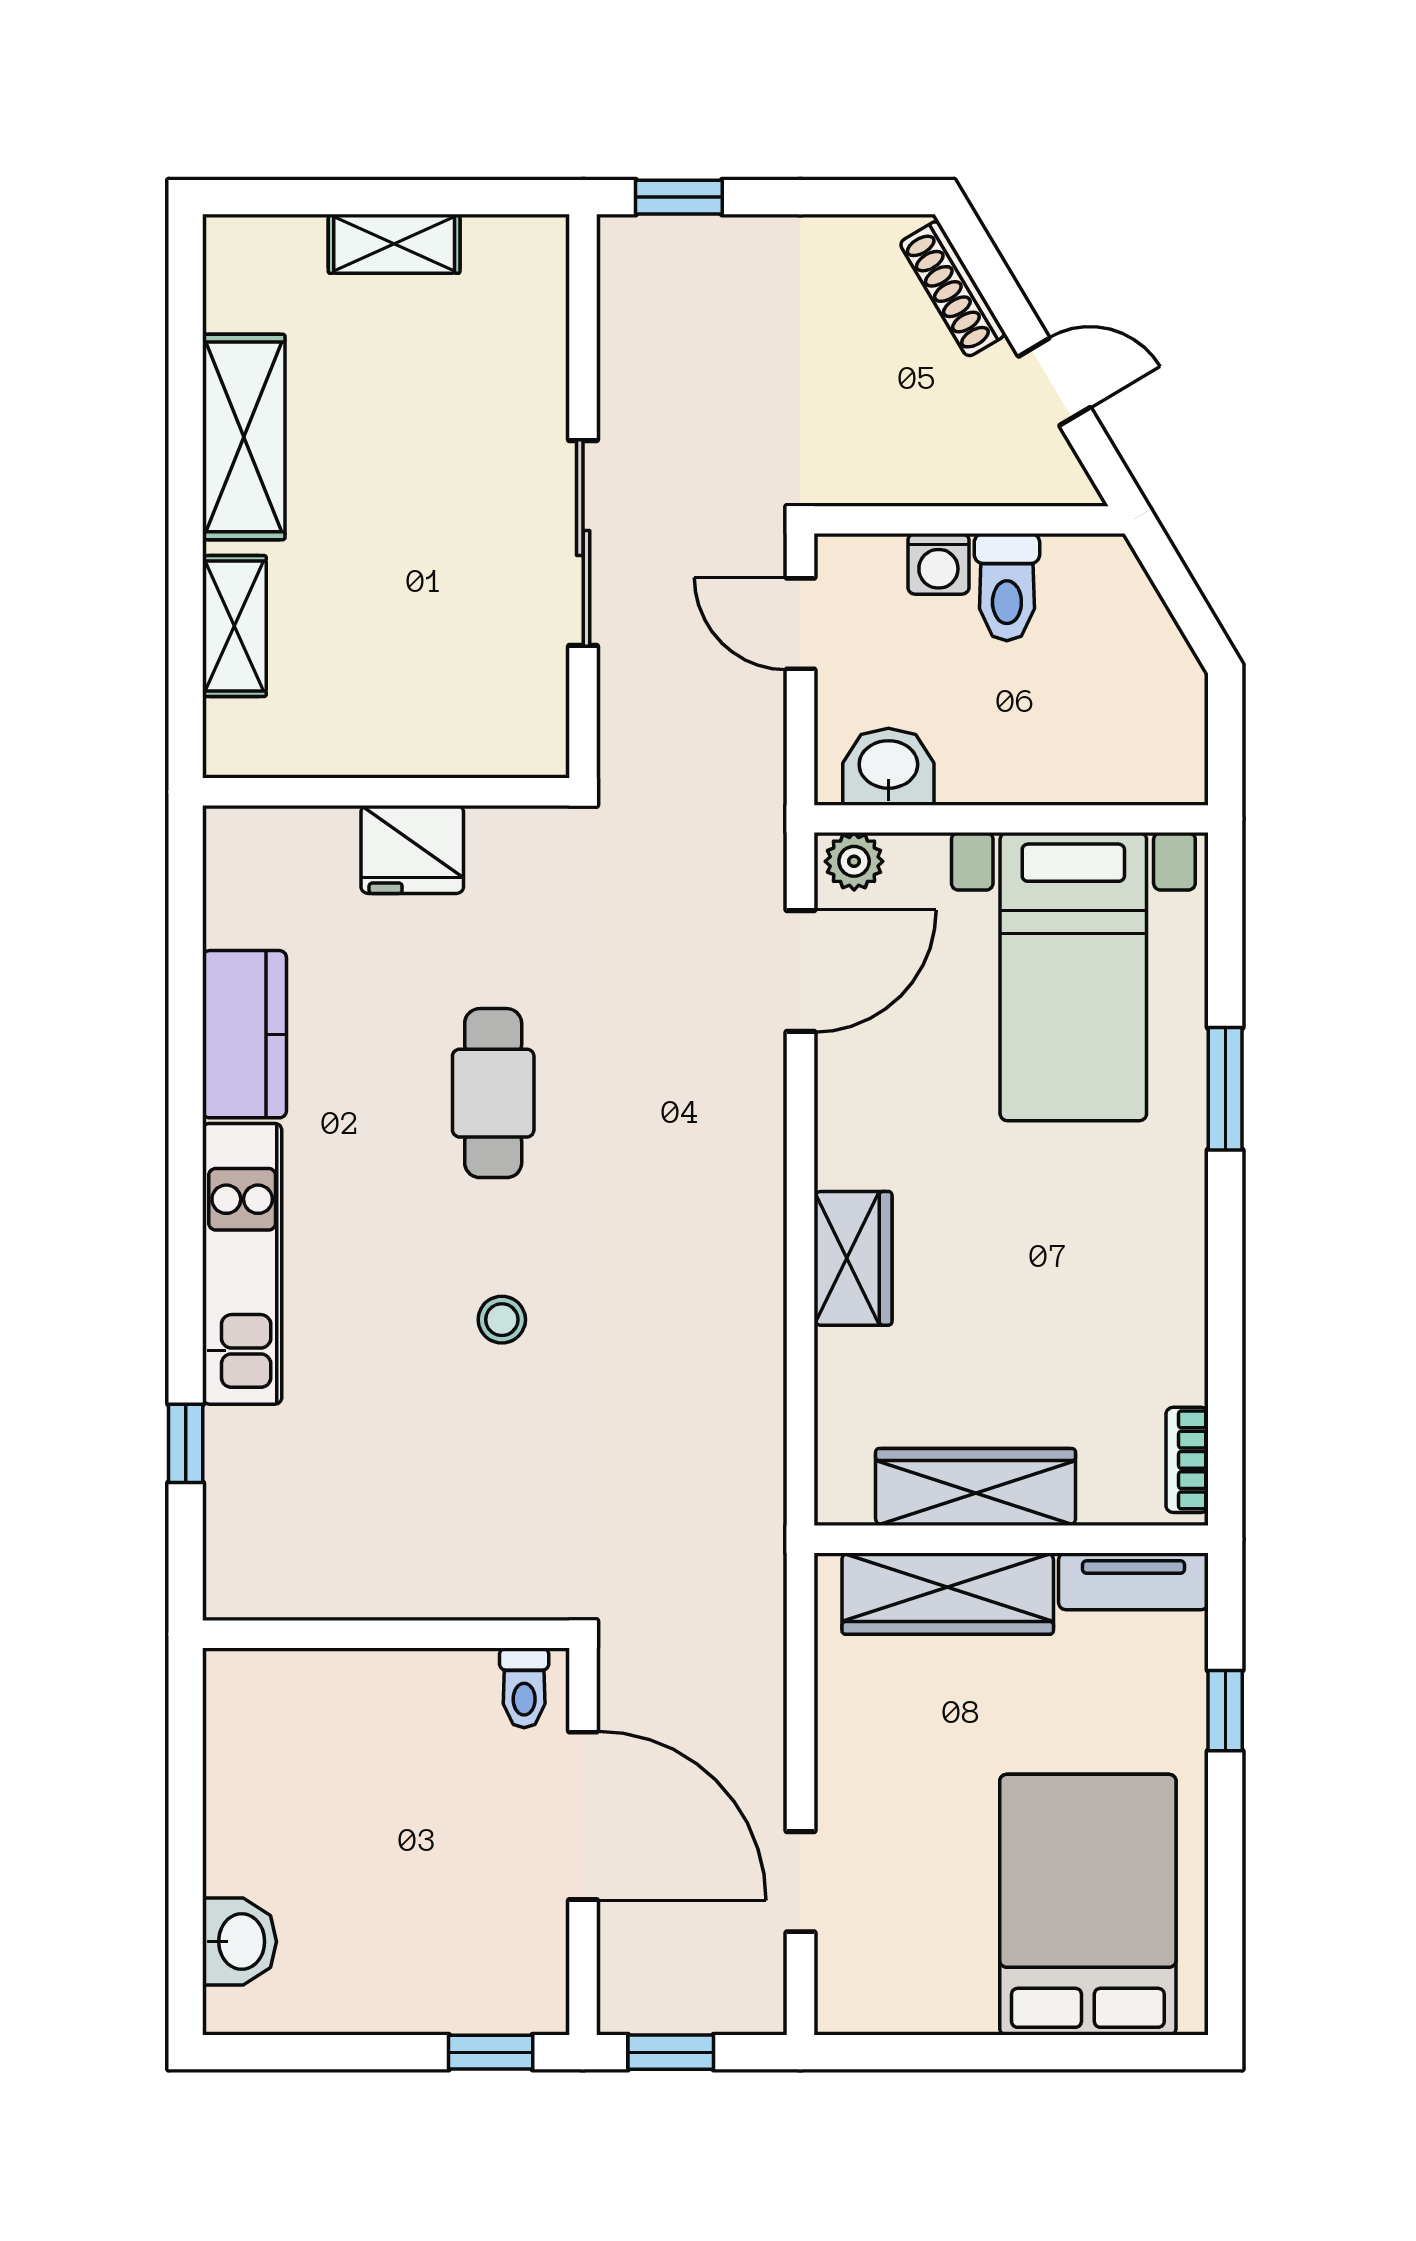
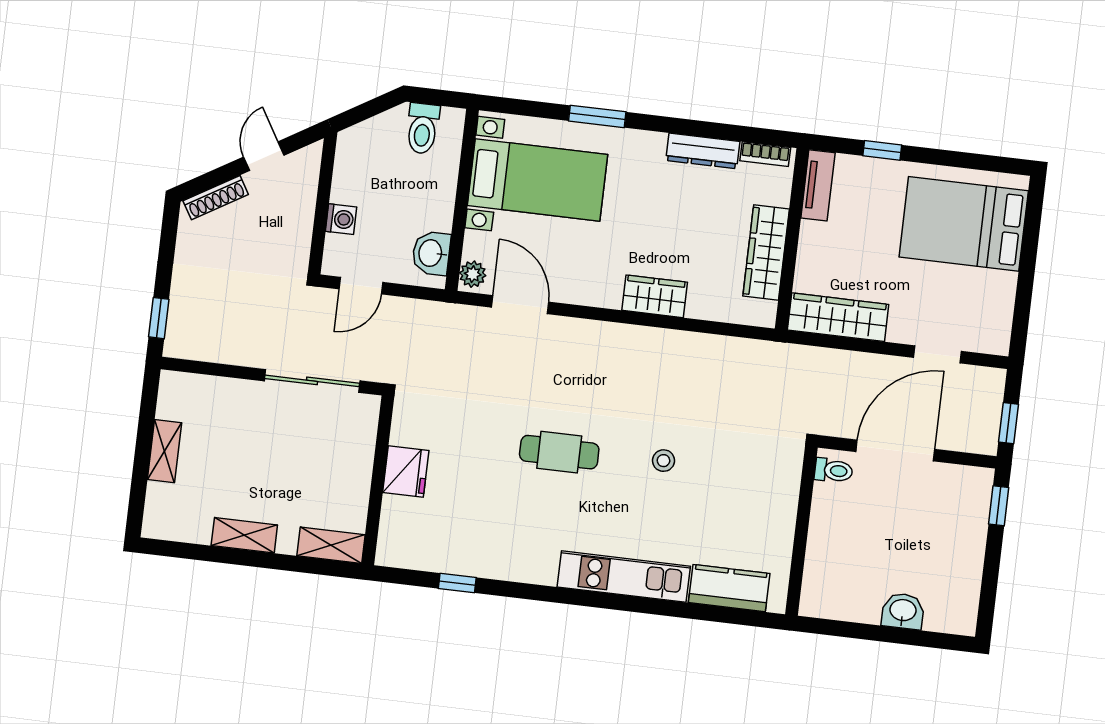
shelving: (244, 437) -> (244, 535), width x0.67, depth x0.75
toilet: (1007, 587) -> (423, 128), moved, turned 90
wall: (386, 792) -> (378, 480), moved
fridge: (412, 849) -> (406, 471), moved
kitchen counter: (244, 1034) -> (729, 588), moved
dresser: (1178, 1325) -> (703, 151), added
window: (186, 1443) -> (457, 583), moved
wardrobe: (948, 1594) -> (838, 317), moved, turned -90
washbasin: (239, 1942) -> (903, 611), moved

